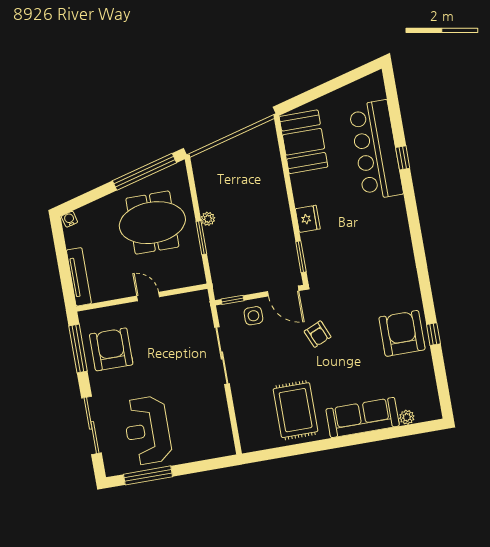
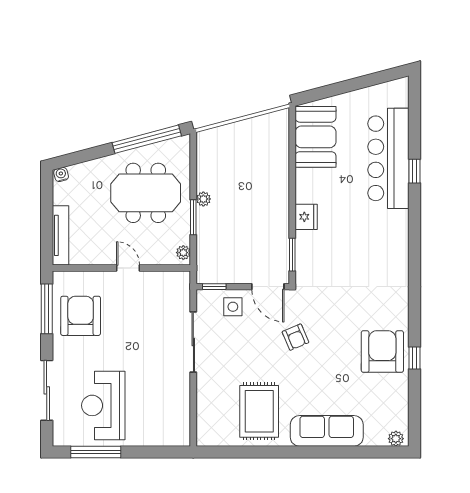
plant: (198, 273) -> (183, 253), added
plant: (407, 417) -> (396, 439), moved

